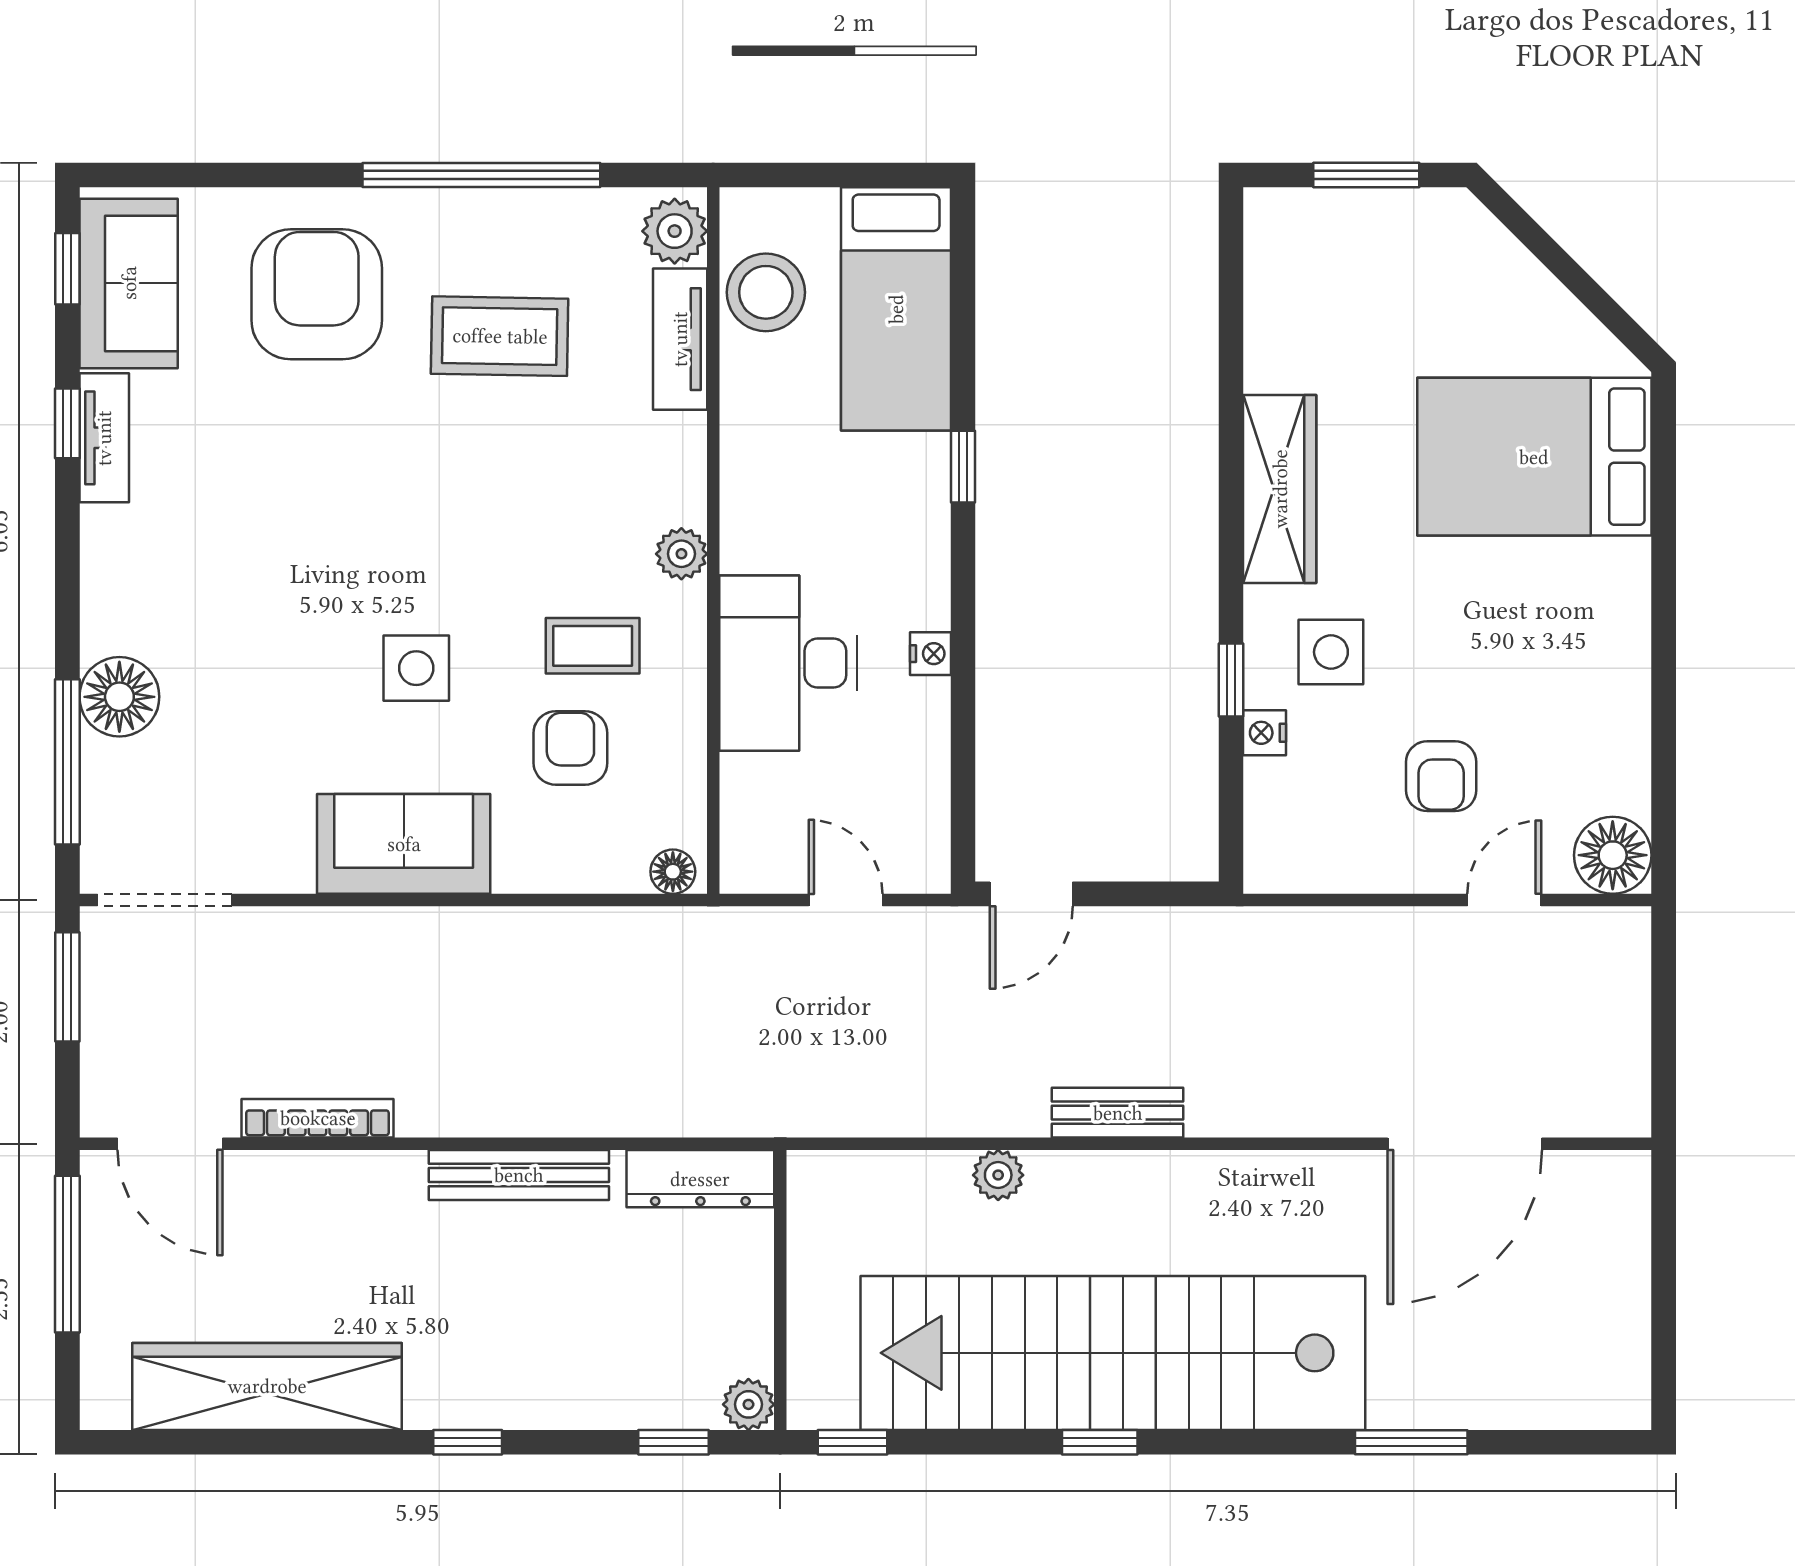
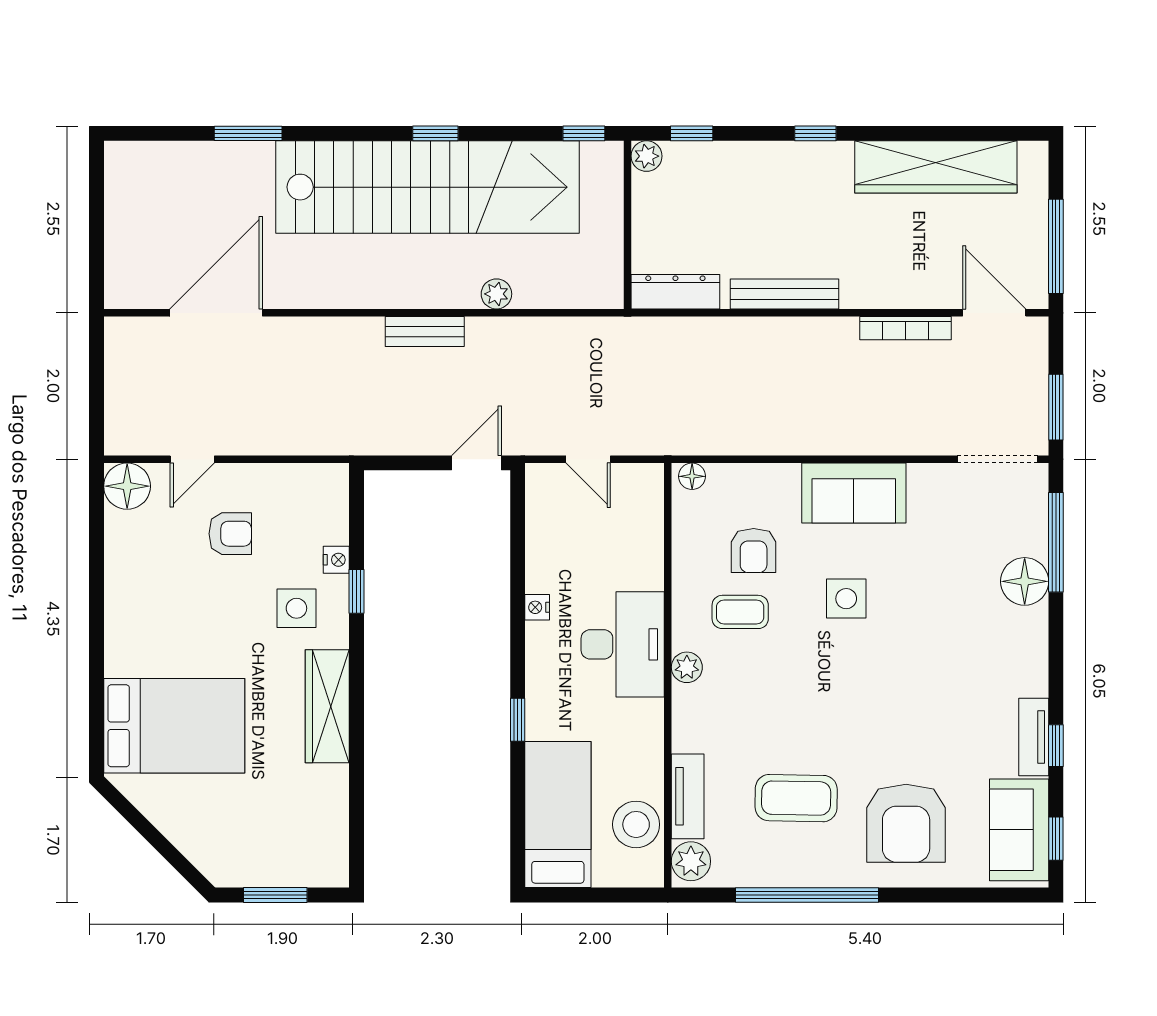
desk: (788, 663) -> (623, 644), moved
armchair: (1441, 776) -> (230, 534), turned 90

